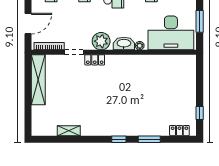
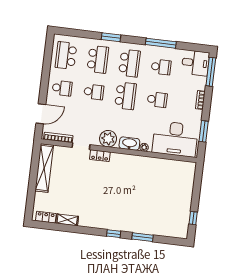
locker: (179, 131) -> (46, 217), moved

